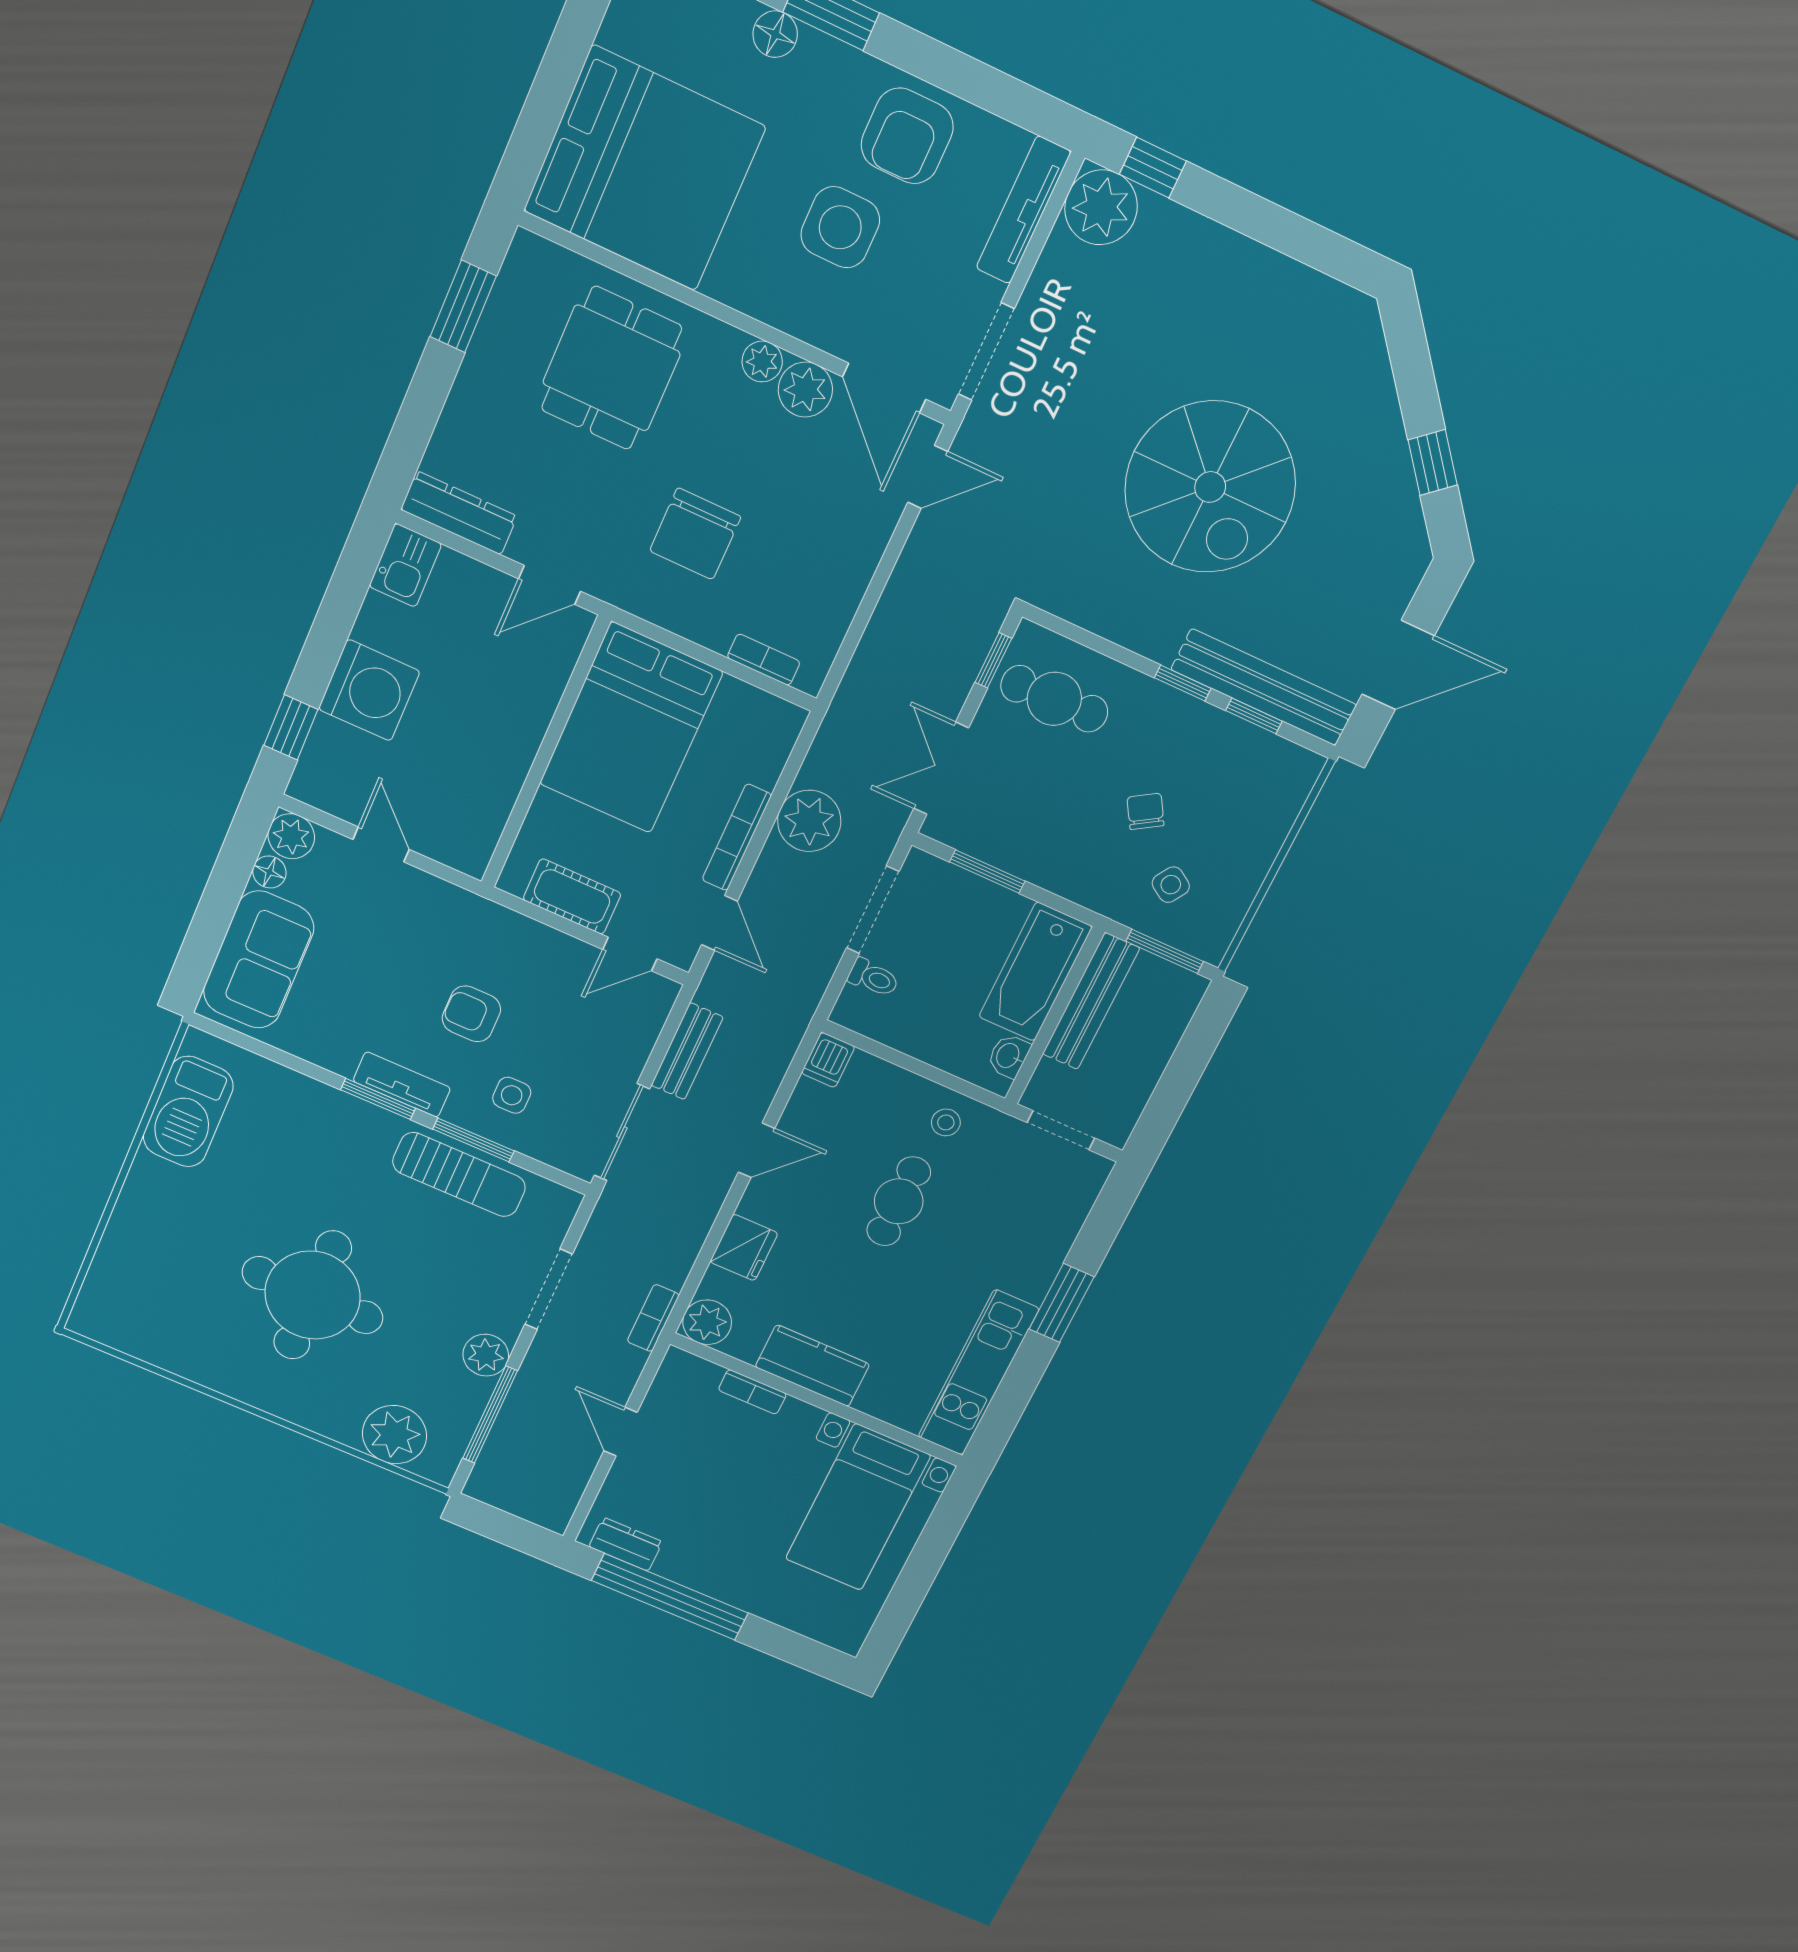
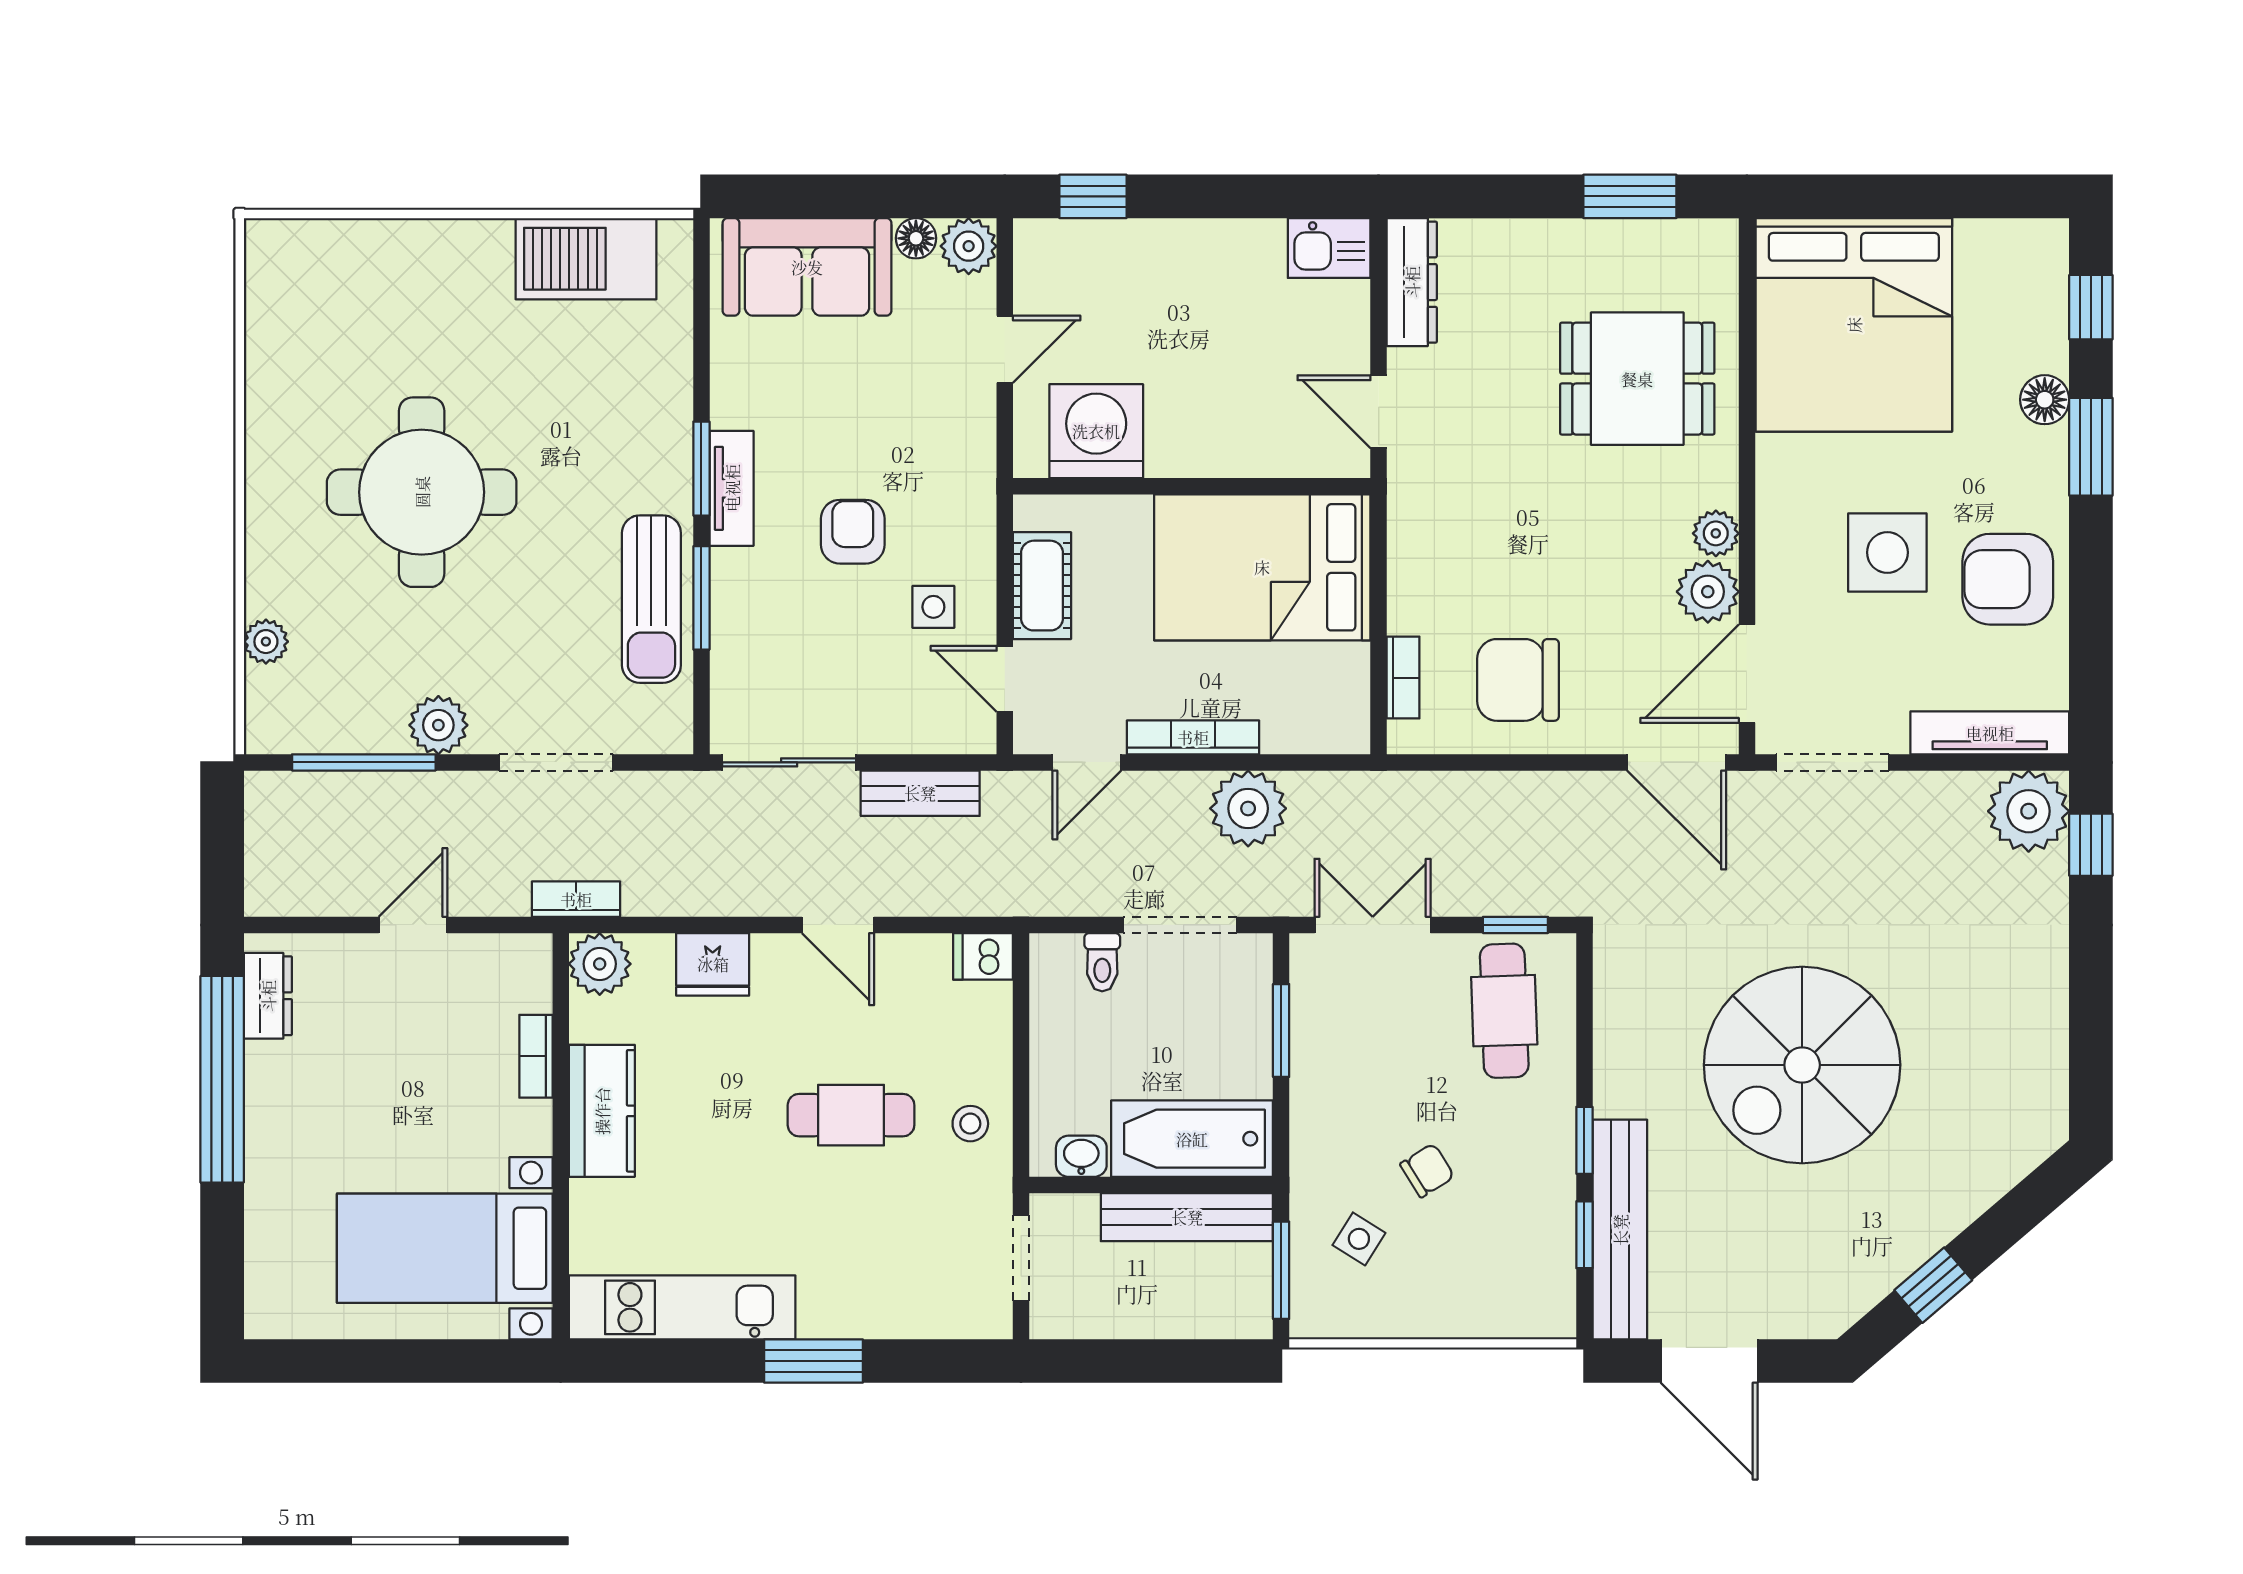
door: (928, 477) -> (1677, 762), width x1.37
chair: (695, 534) -> (1518, 680), moved
washing machine: (369, 690) -> (1096, 431), moved, turned 180
side table: (512, 1095) -> (933, 607), moved
plant: (394, 1435) -> (266, 642), width x0.53, depth x0.53

